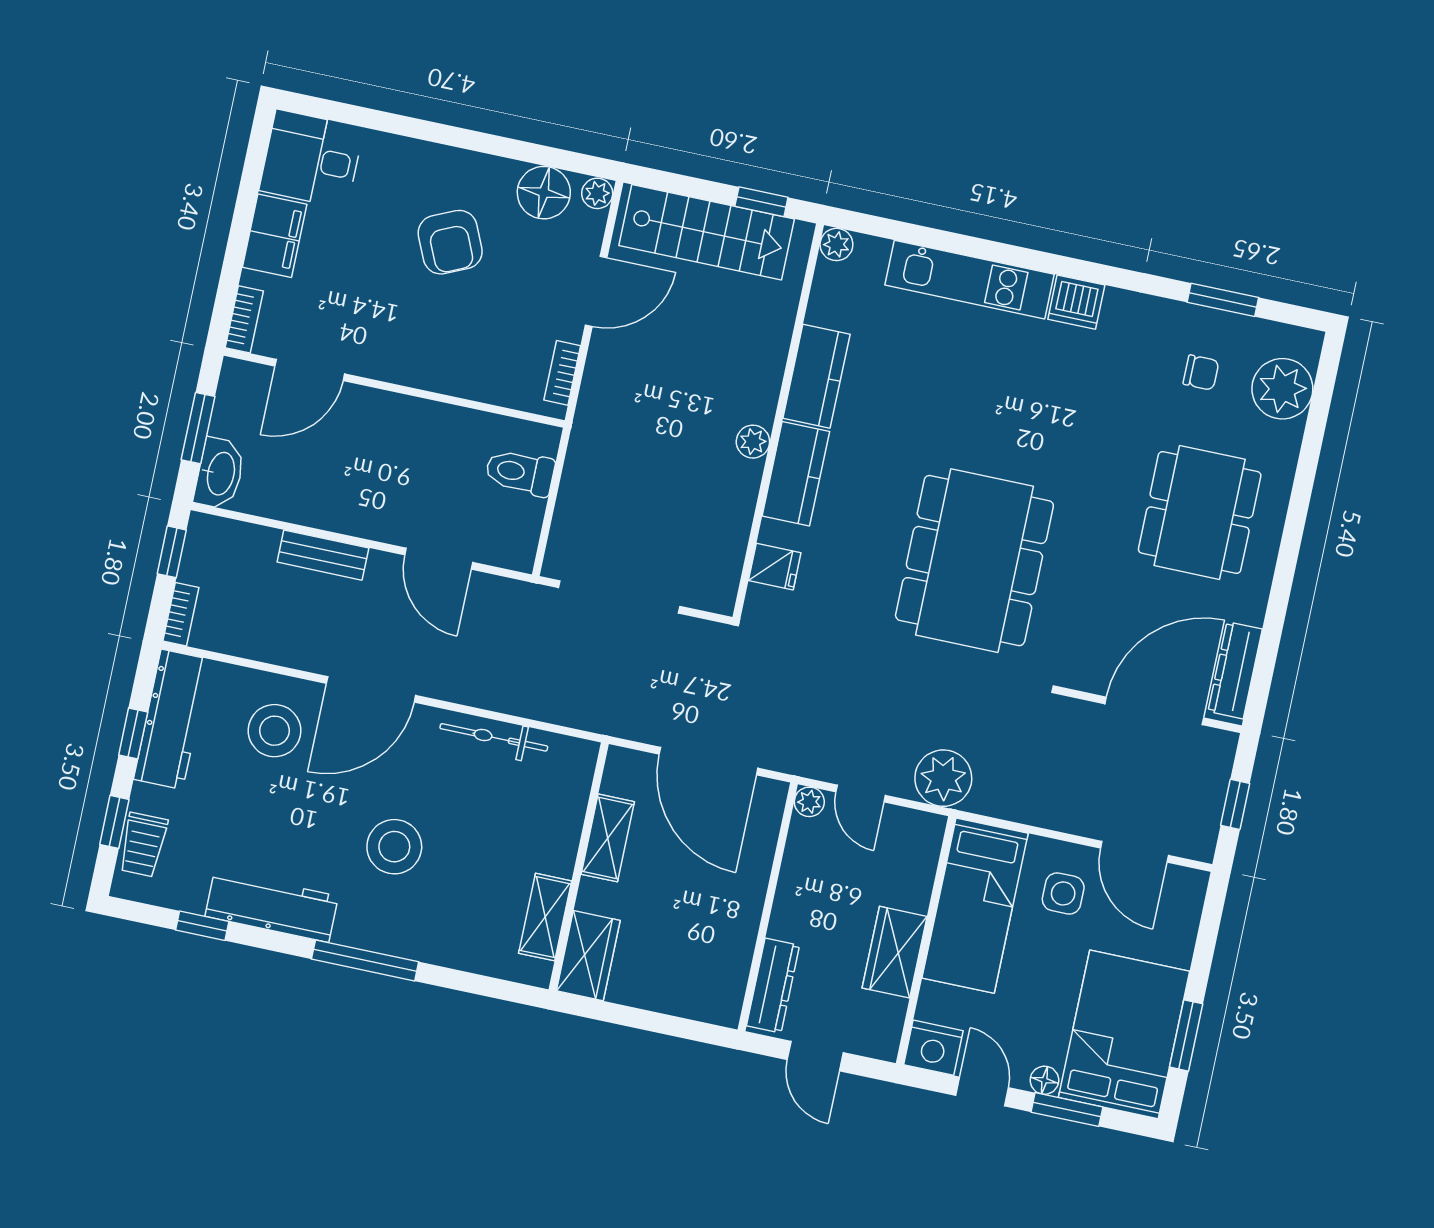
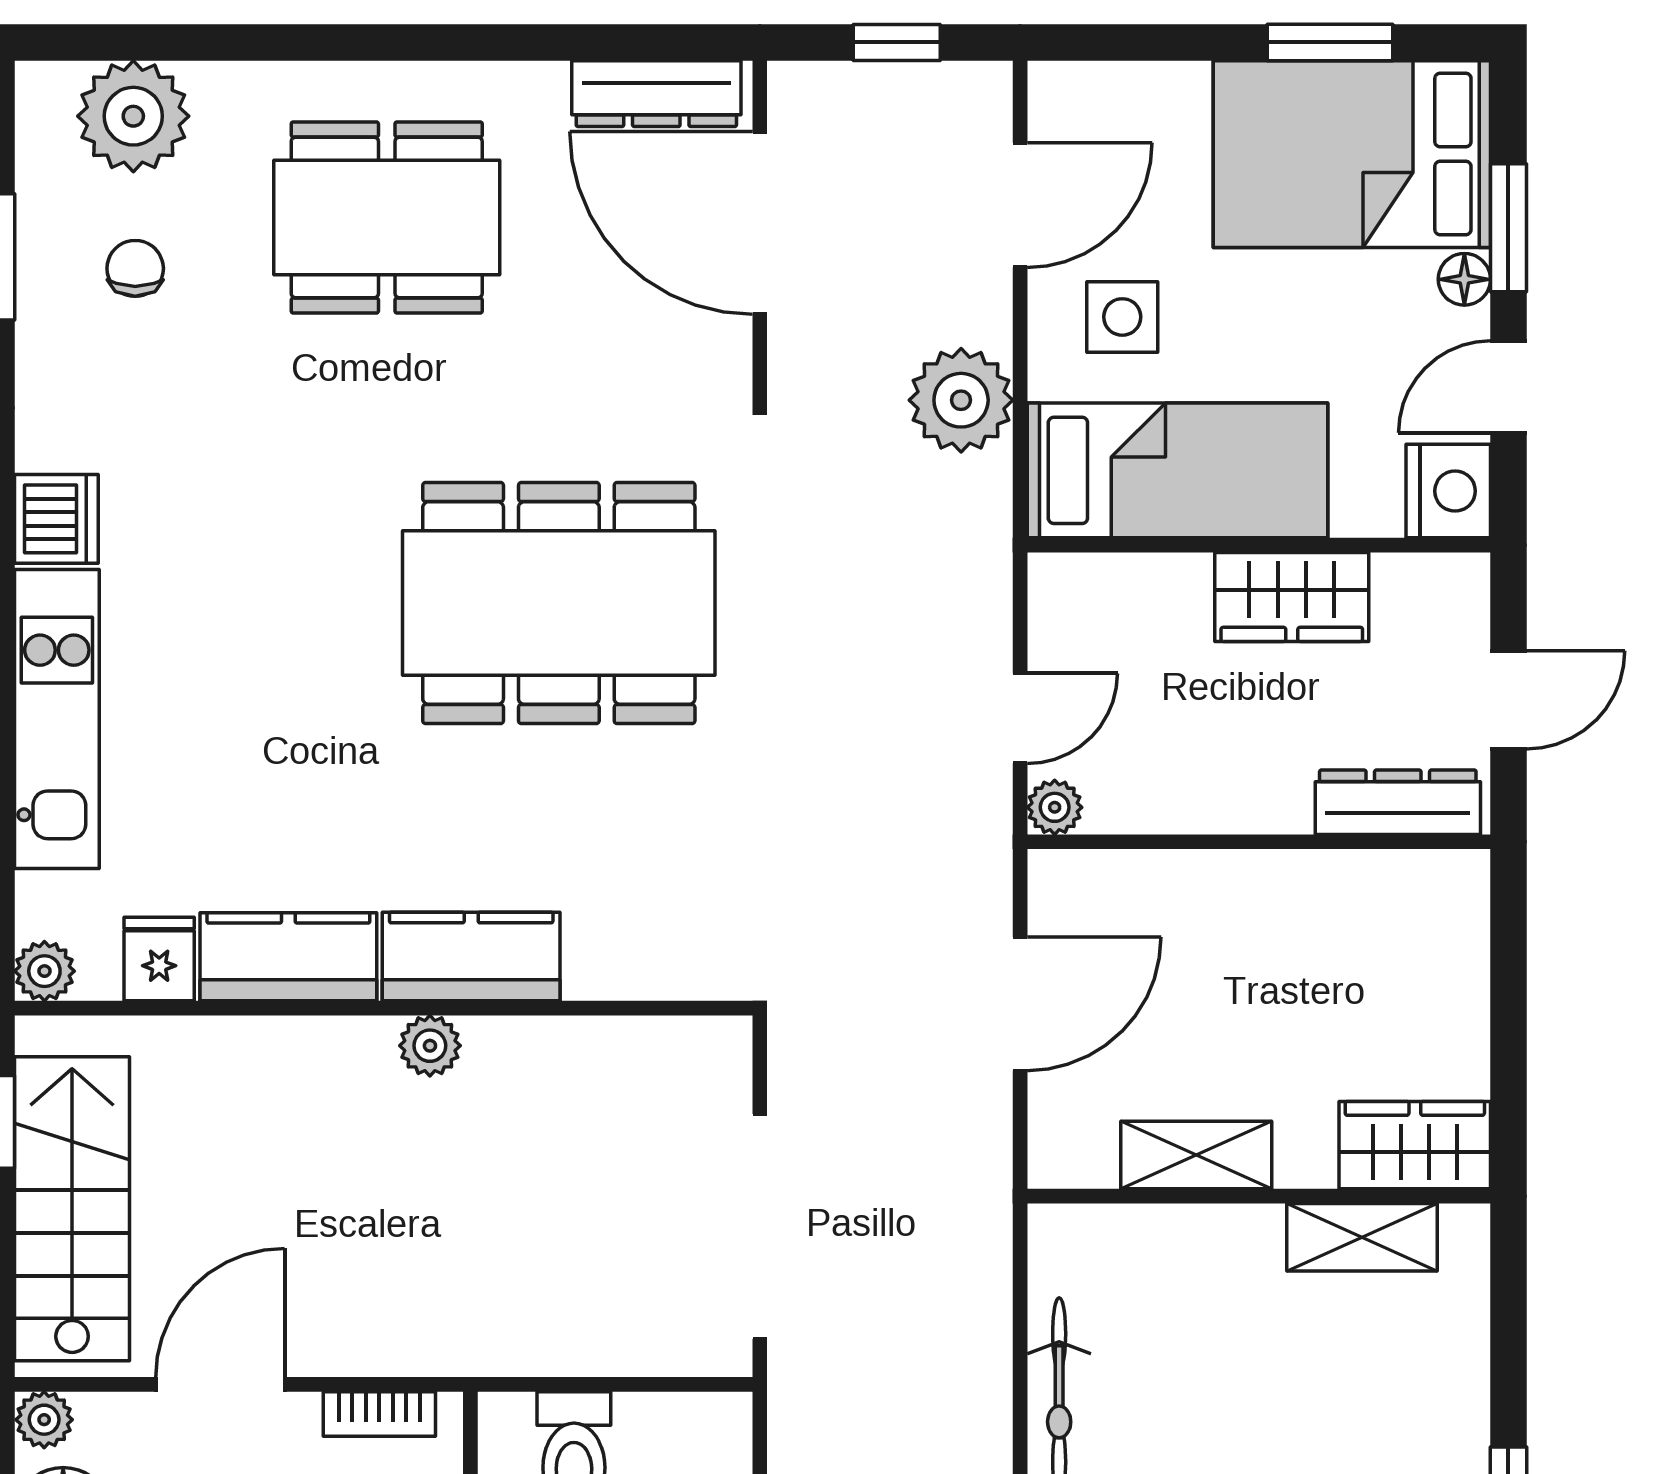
door: (596, 291) -> (220, 1384), hinge flipped
fridge: (775, 567) -> (159, 959), moved
door: (708, 761) -> (1020, 1004), width x0.73
plant: (943, 778) -> (961, 400), moved

